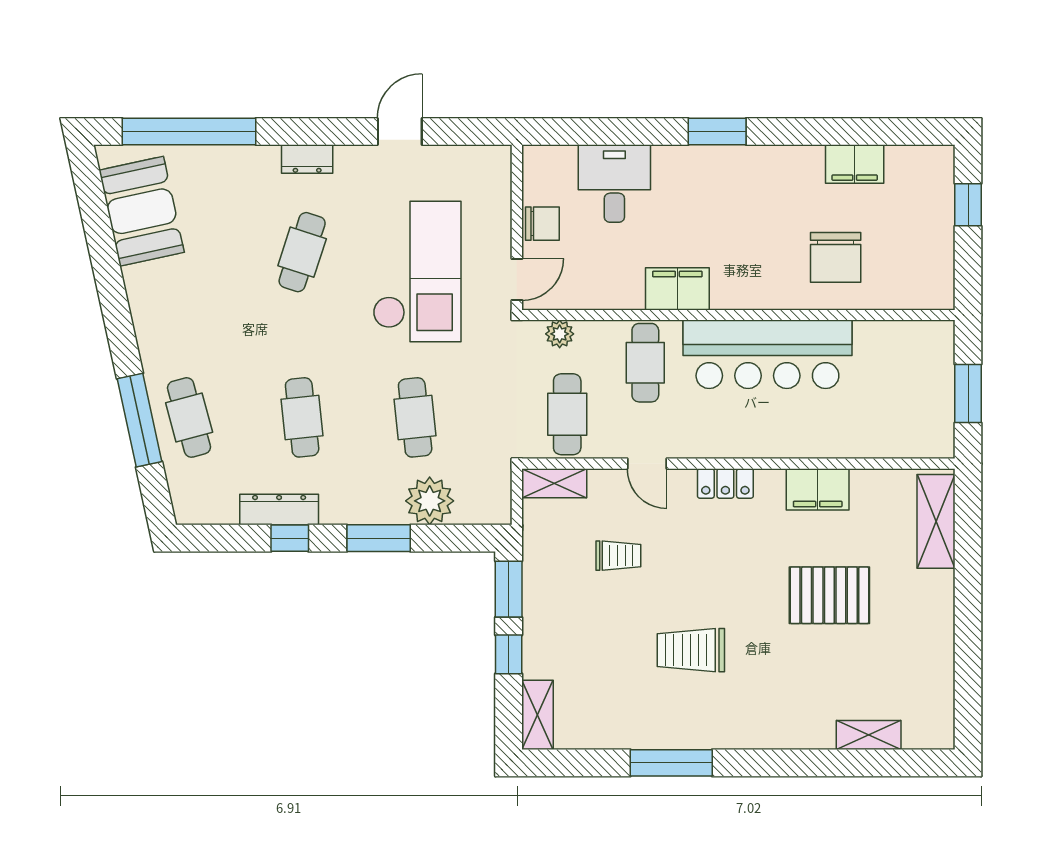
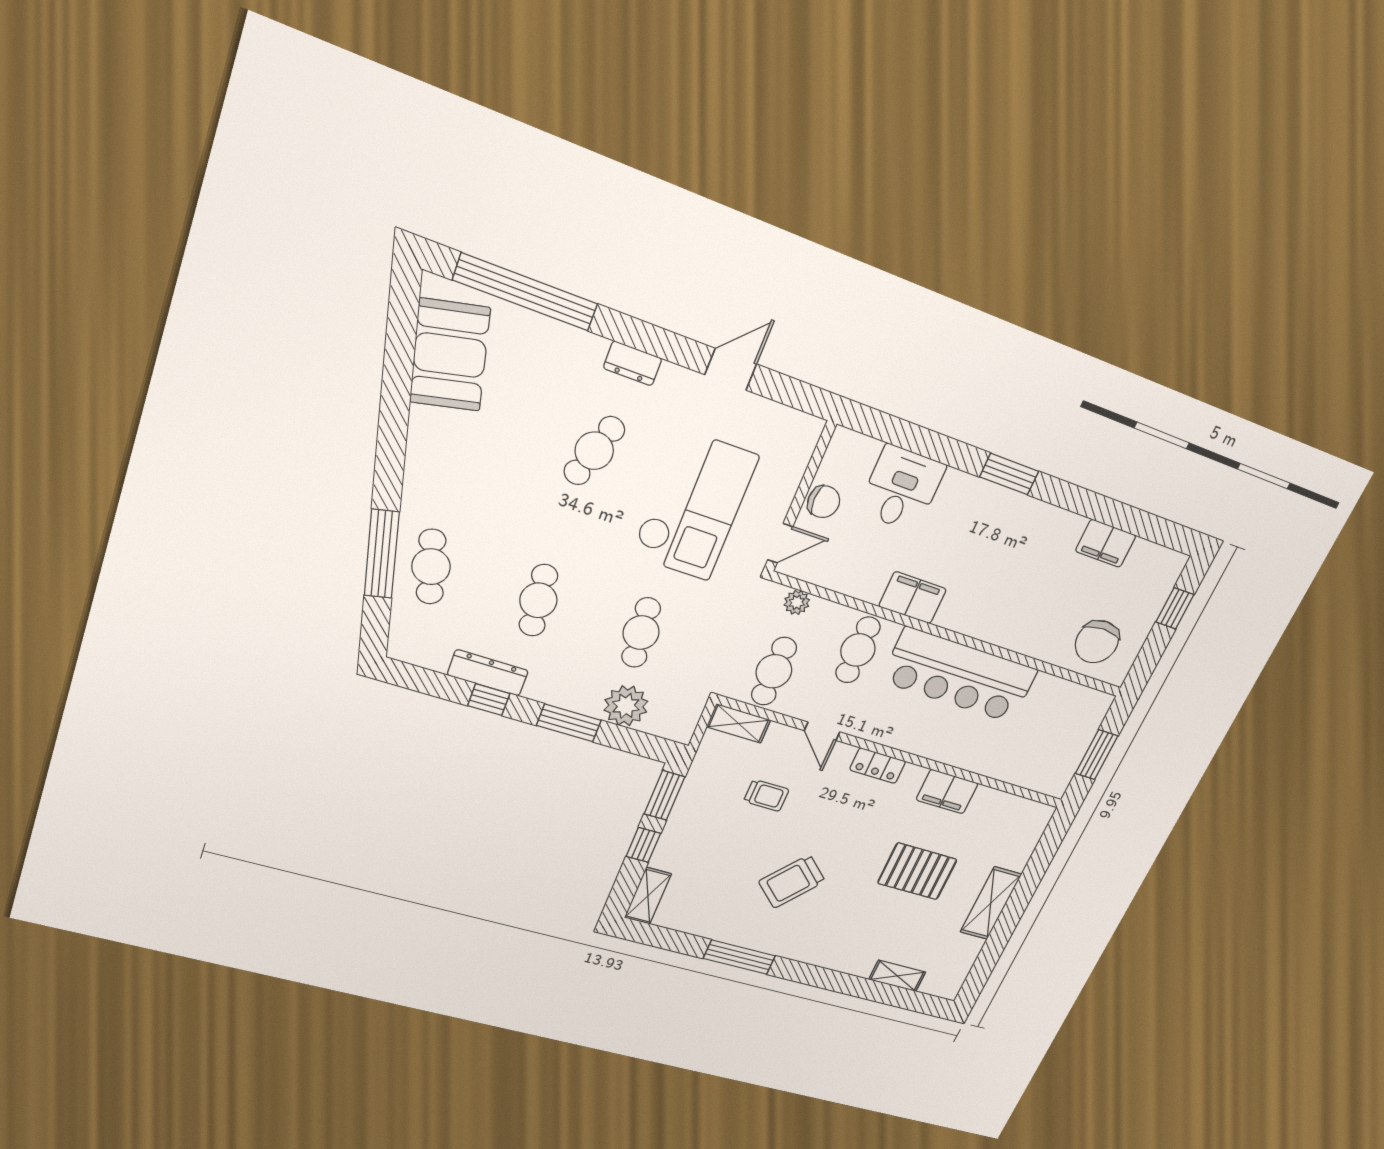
chair: (836, 257) -> (1097, 642), moved
shelving: (936, 521) -> (991, 903), moved
trolley: (691, 650) -> (792, 881), turned -49

